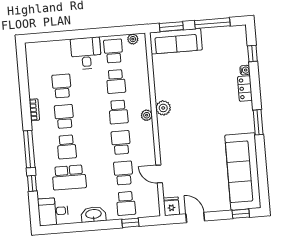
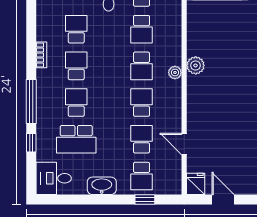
school desk: (67, 147) -> (76, 103), turned 180

